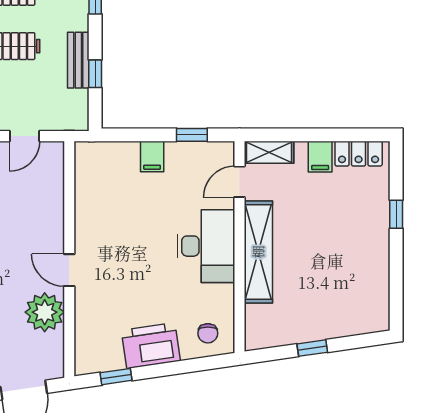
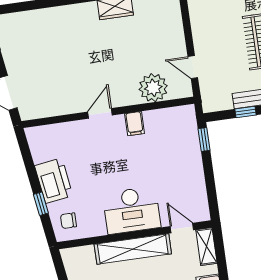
window: (192, 135) -> (204, 140), moved
filing cabinet: (152, 156) -> (135, 124), moved, turned -90
plant: (45, 312) -> (153, 88), moved
window: (116, 377) -> (41, 204), moved

